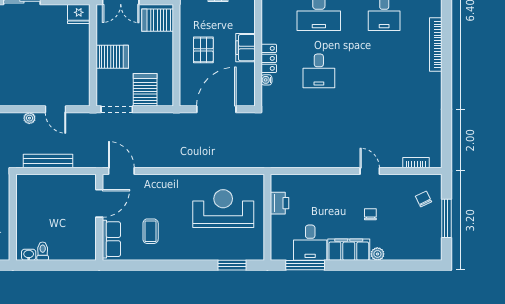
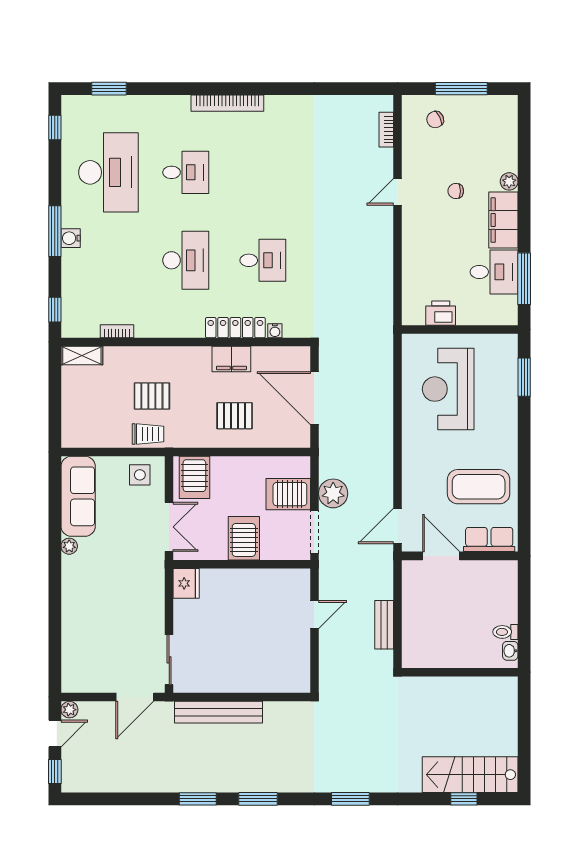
locker: (269, 58) -> (235, 328), width x1.53
plant: (29, 118) -> (333, 493), moved, width x1.88, depth x1.88
bench: (48, 161) -> (384, 625), width x0.73
coffee table: (151, 231) -> (479, 487), width x1.86, depth x1.72

